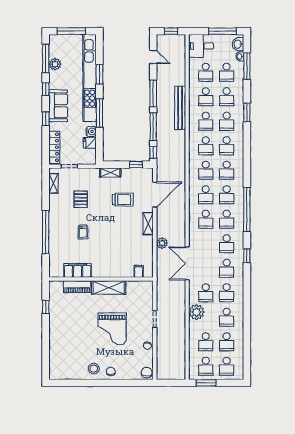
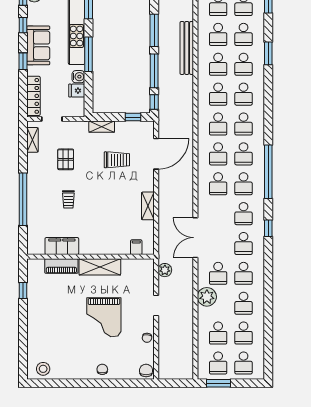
shelving: (148, 224) -> (148, 206), moved
plant: (162, 243) -> (165, 270), moved
stool: (94, 369) -> (43, 369), moved

